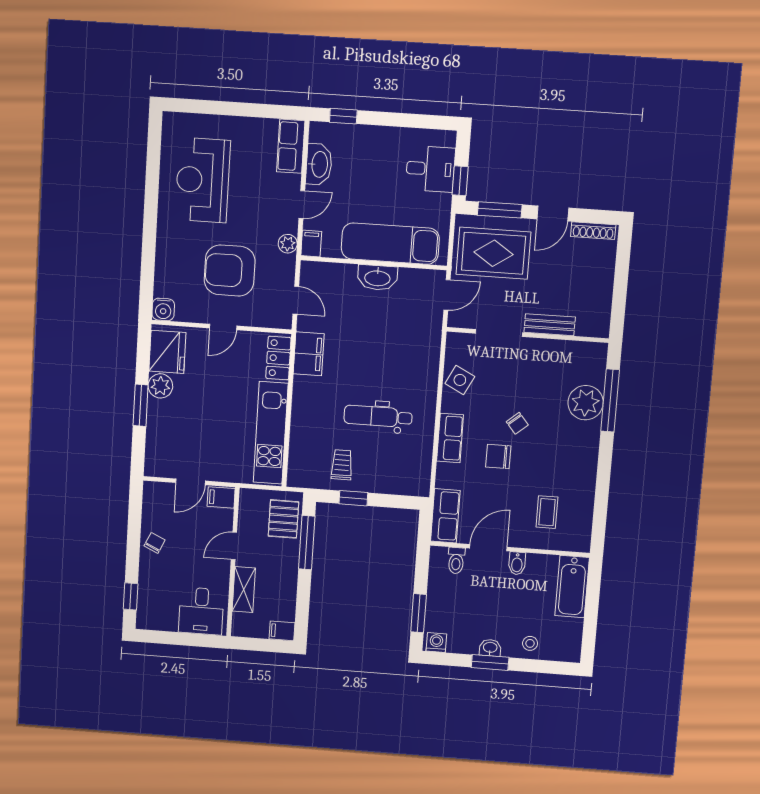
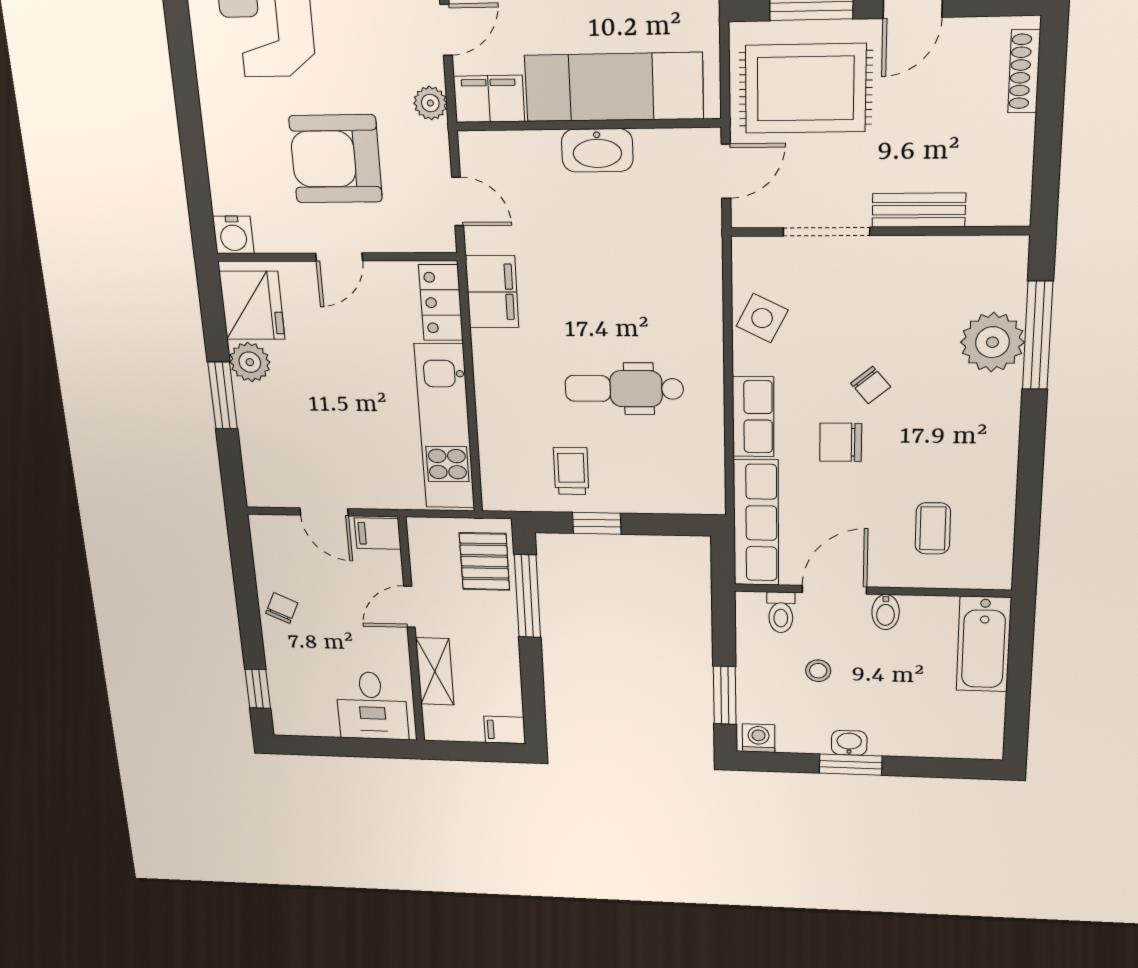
shoe rack: (593, 231) -> (1024, 71), moved, turned 90
filing cabinet: (311, 244) -> (489, 99), width x2.00
door: (191, 482) -> (324, 512), hinge flipped
row of seats: (445, 516) -> (756, 523), width x1.48
stool: (530, 643) -> (818, 671), moved

